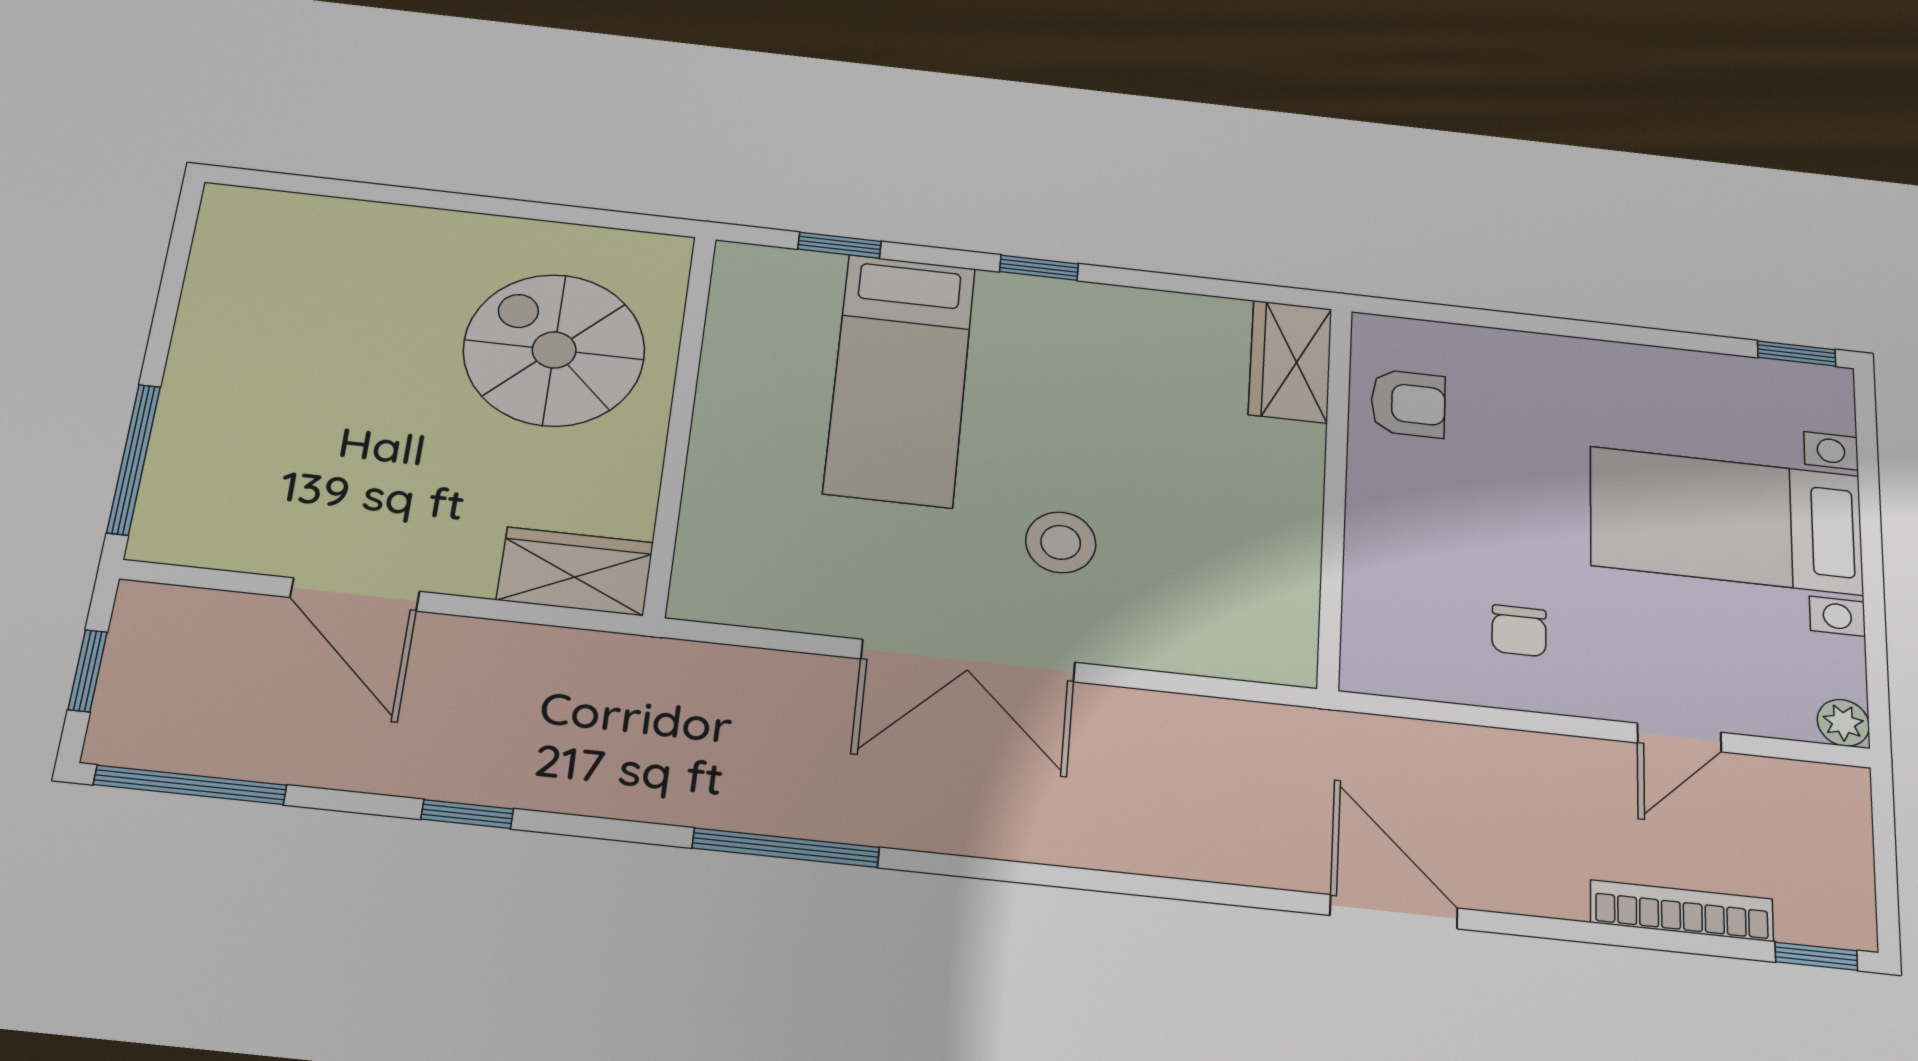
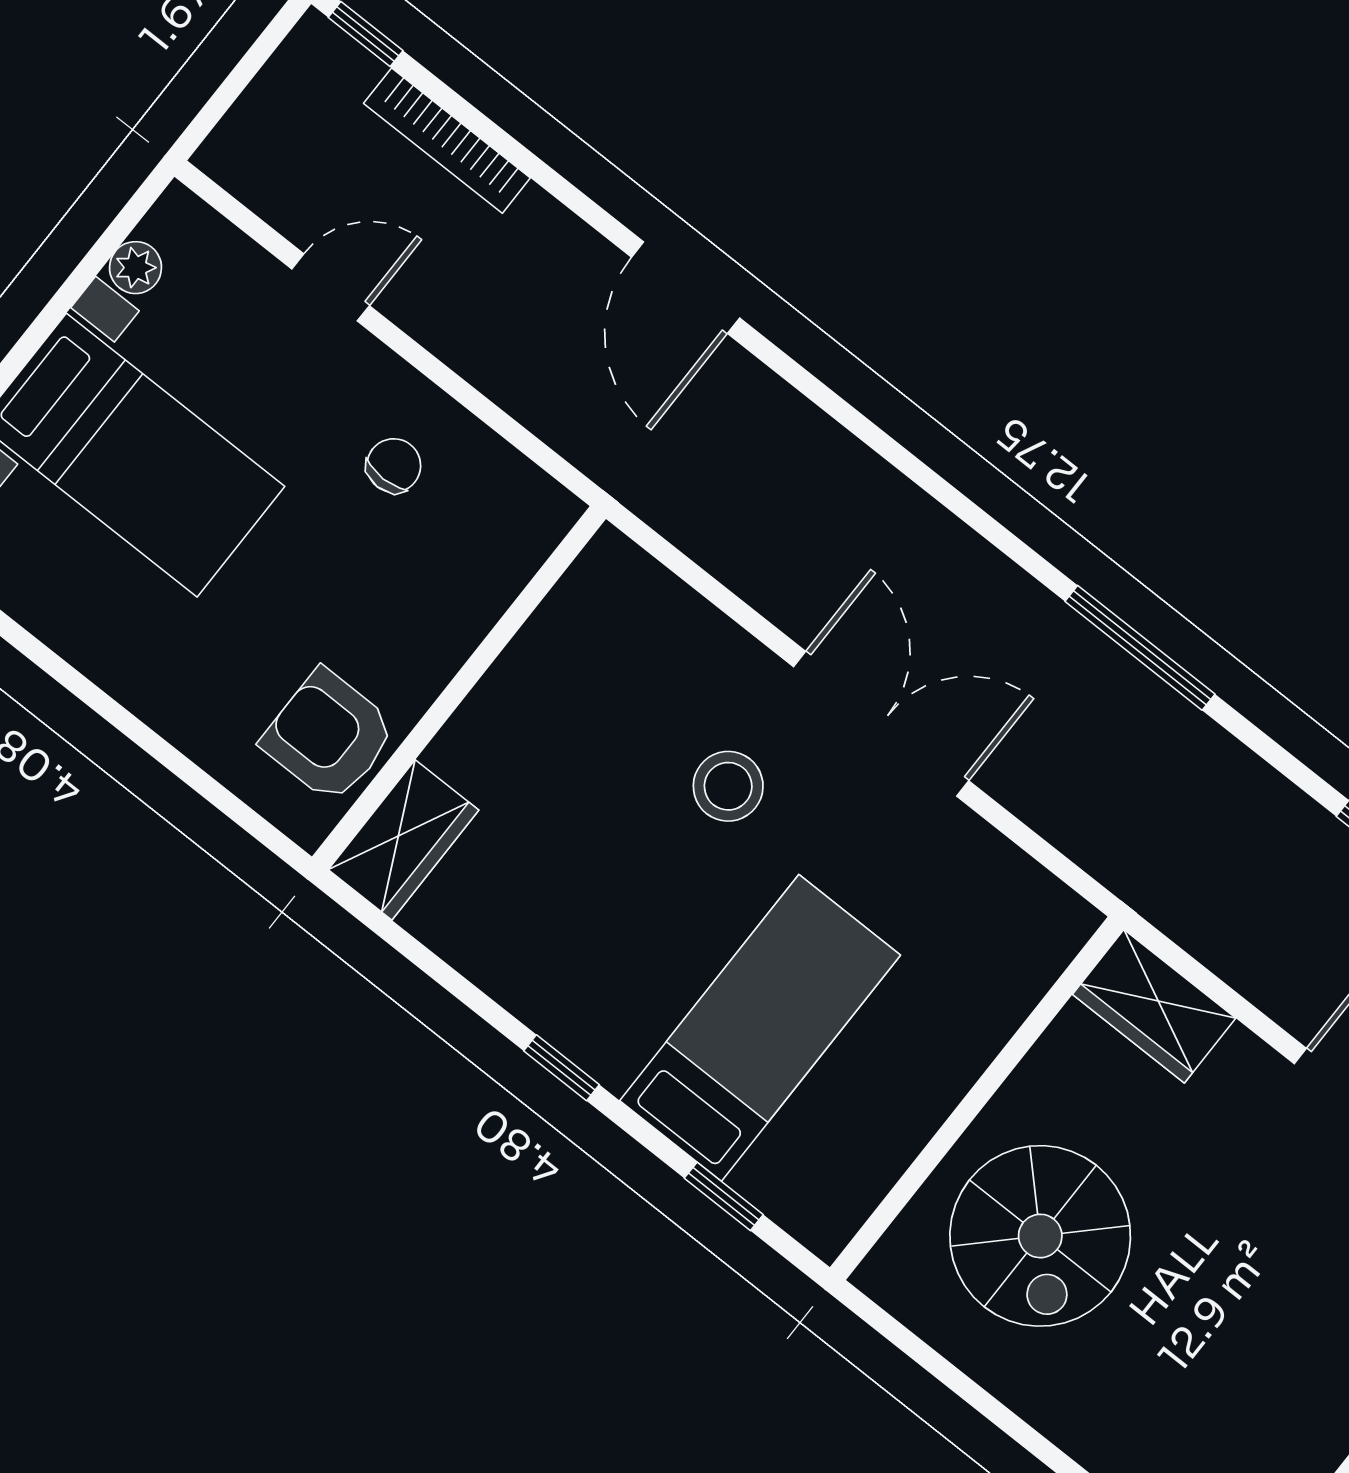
armchair: (1408, 404) -> (329, 736), width x1.38, depth x1.38
plant: (1843, 723) -> (136, 268), moved

